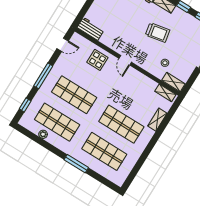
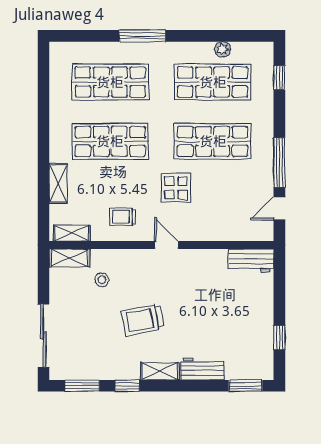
display table: (97, 60) -> (176, 188), moved
window: (43, 76) -> (279, 162), moved
trolley: (137, 86) -> (123, 217), added

